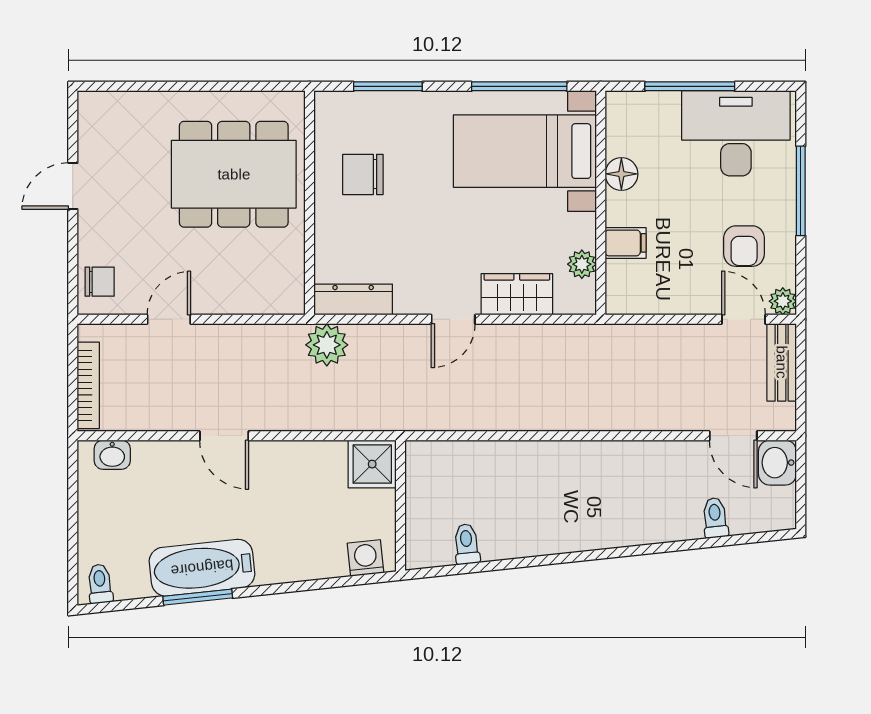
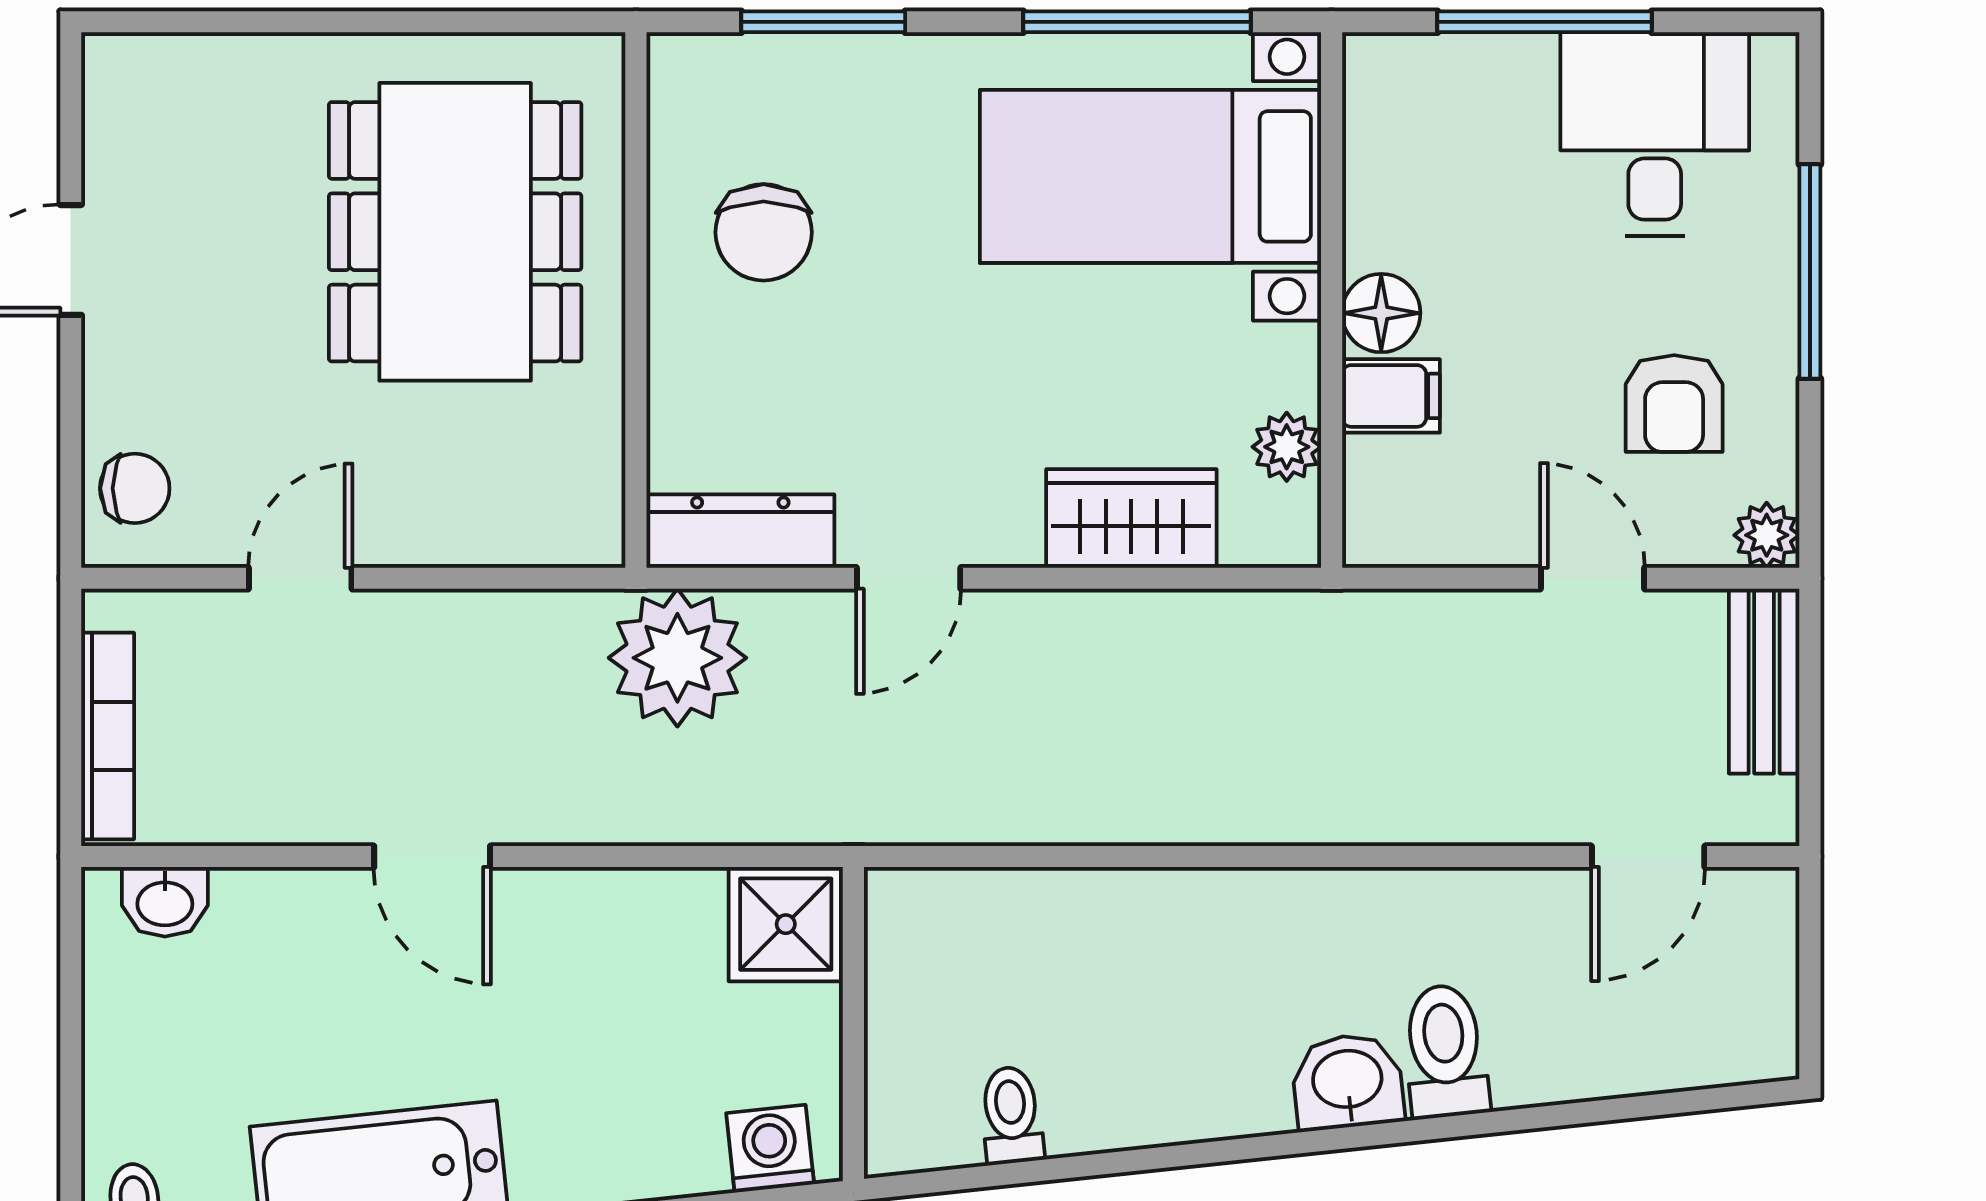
desk: (736, 133) -> (1655, 134), width x0.73
dining table: (234, 174) -> (455, 232), turned 90
chair: (363, 174) -> (764, 232), turned -90
floor lamp: (621, 174) -> (1381, 313), moved
door: (453, 319) -> (909, 578), moved
door: (743, 319) -> (1592, 578), moved
plant: (327, 345) -> (677, 658), width x1.36, depth x1.36
door: (733, 436) -> (1648, 857), hinge flipped
washbasin: (777, 463) -> (1348, 1082), moved, turned 84
toilet: (715, 518) -> (1445, 1051), moved, width x1.37, depth x1.39

